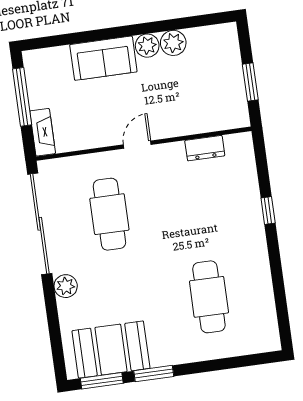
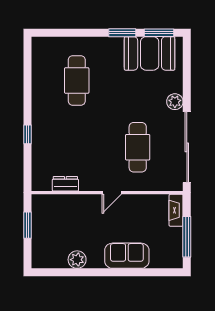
plant: (147, 46) -> (95, 260), removed

